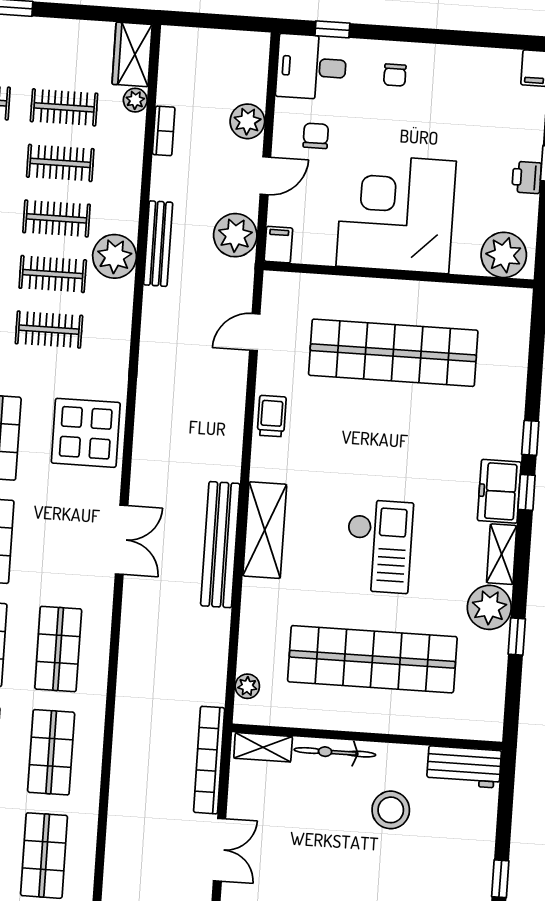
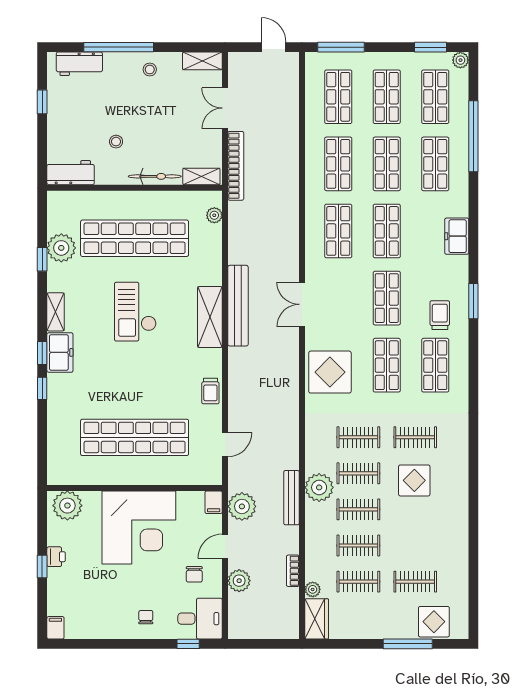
plant: (489, 607) -> (61, 248), moved
stool: (391, 810) -> (116, 142), width x0.53, depth x0.53

